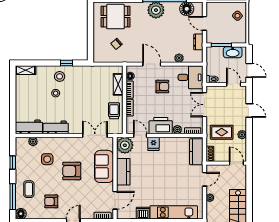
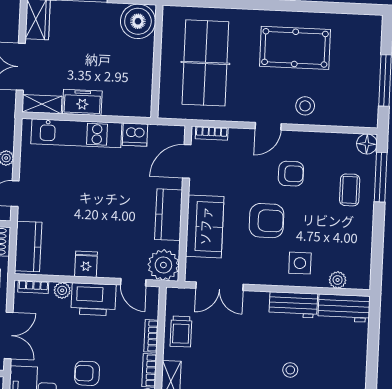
fridge: (153, 144) -> (86, 264), moved
side table: (47, 159) -> (300, 263), moved
window: (13, 162) -> (378, 242), removed
armchair: (51, 201) -> (291, 174), moved

